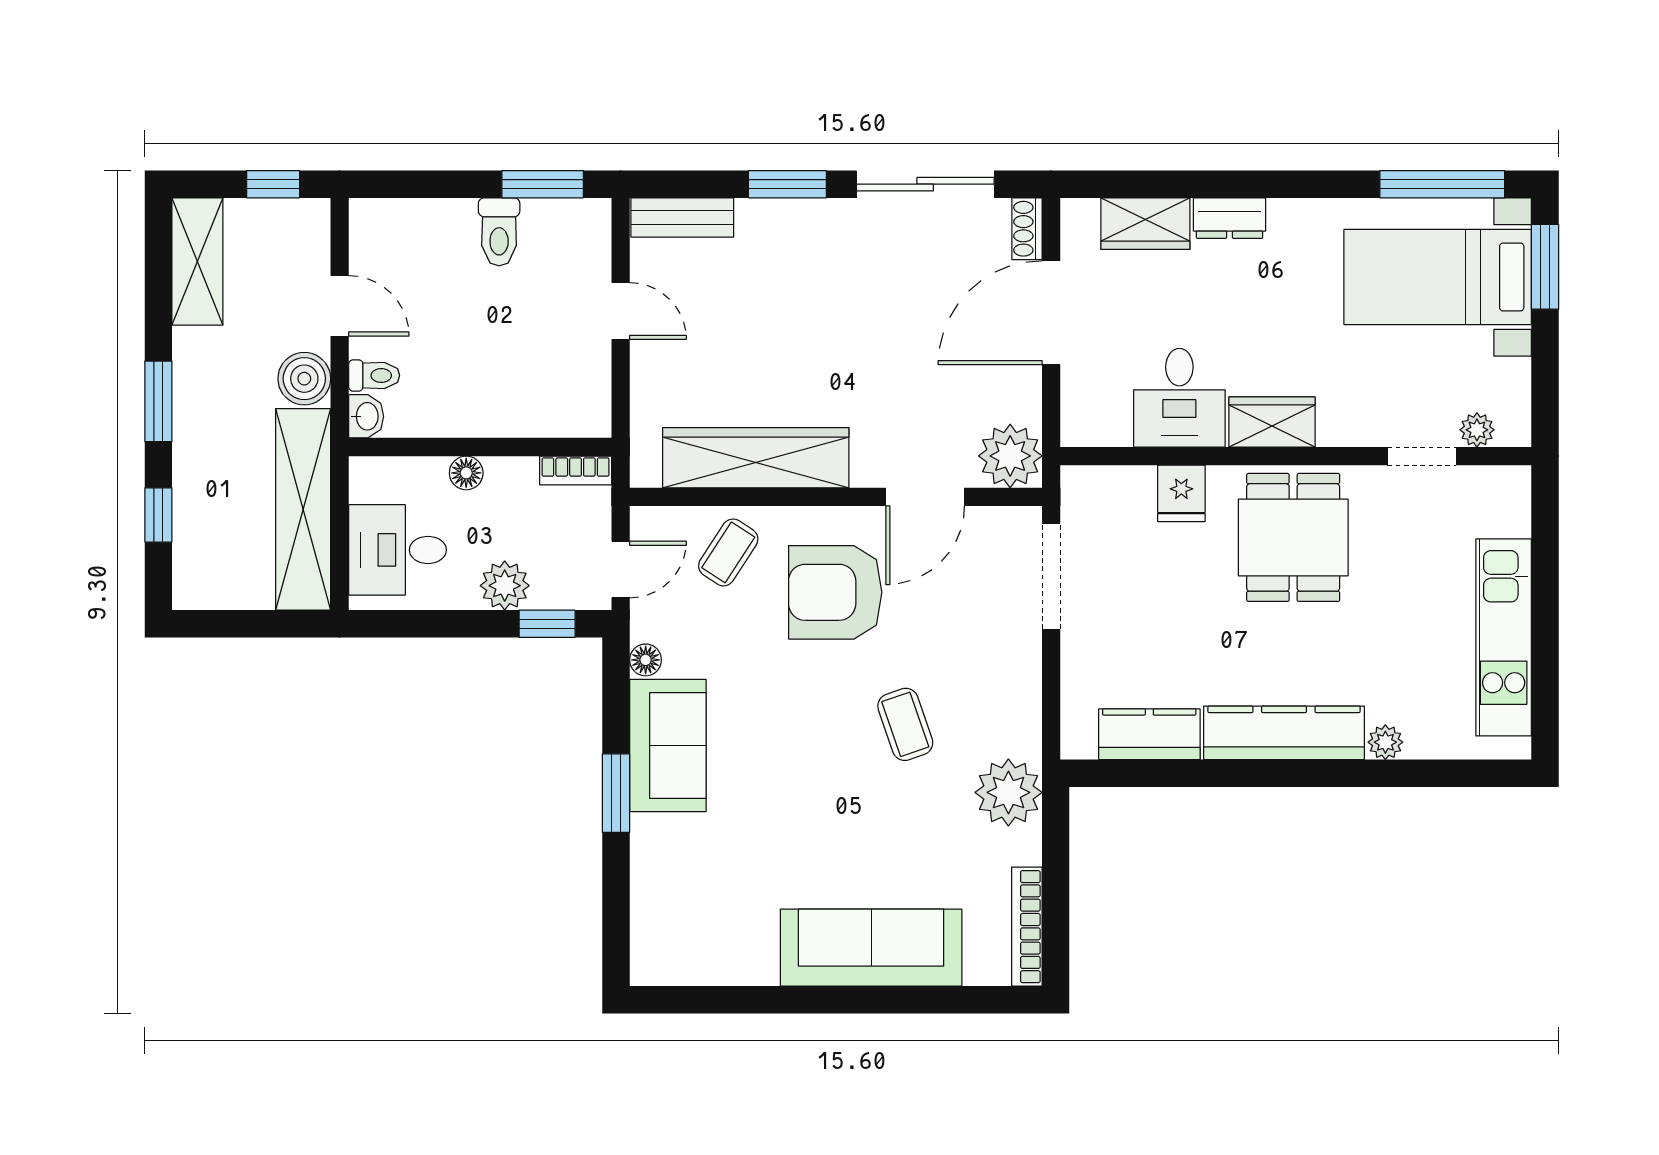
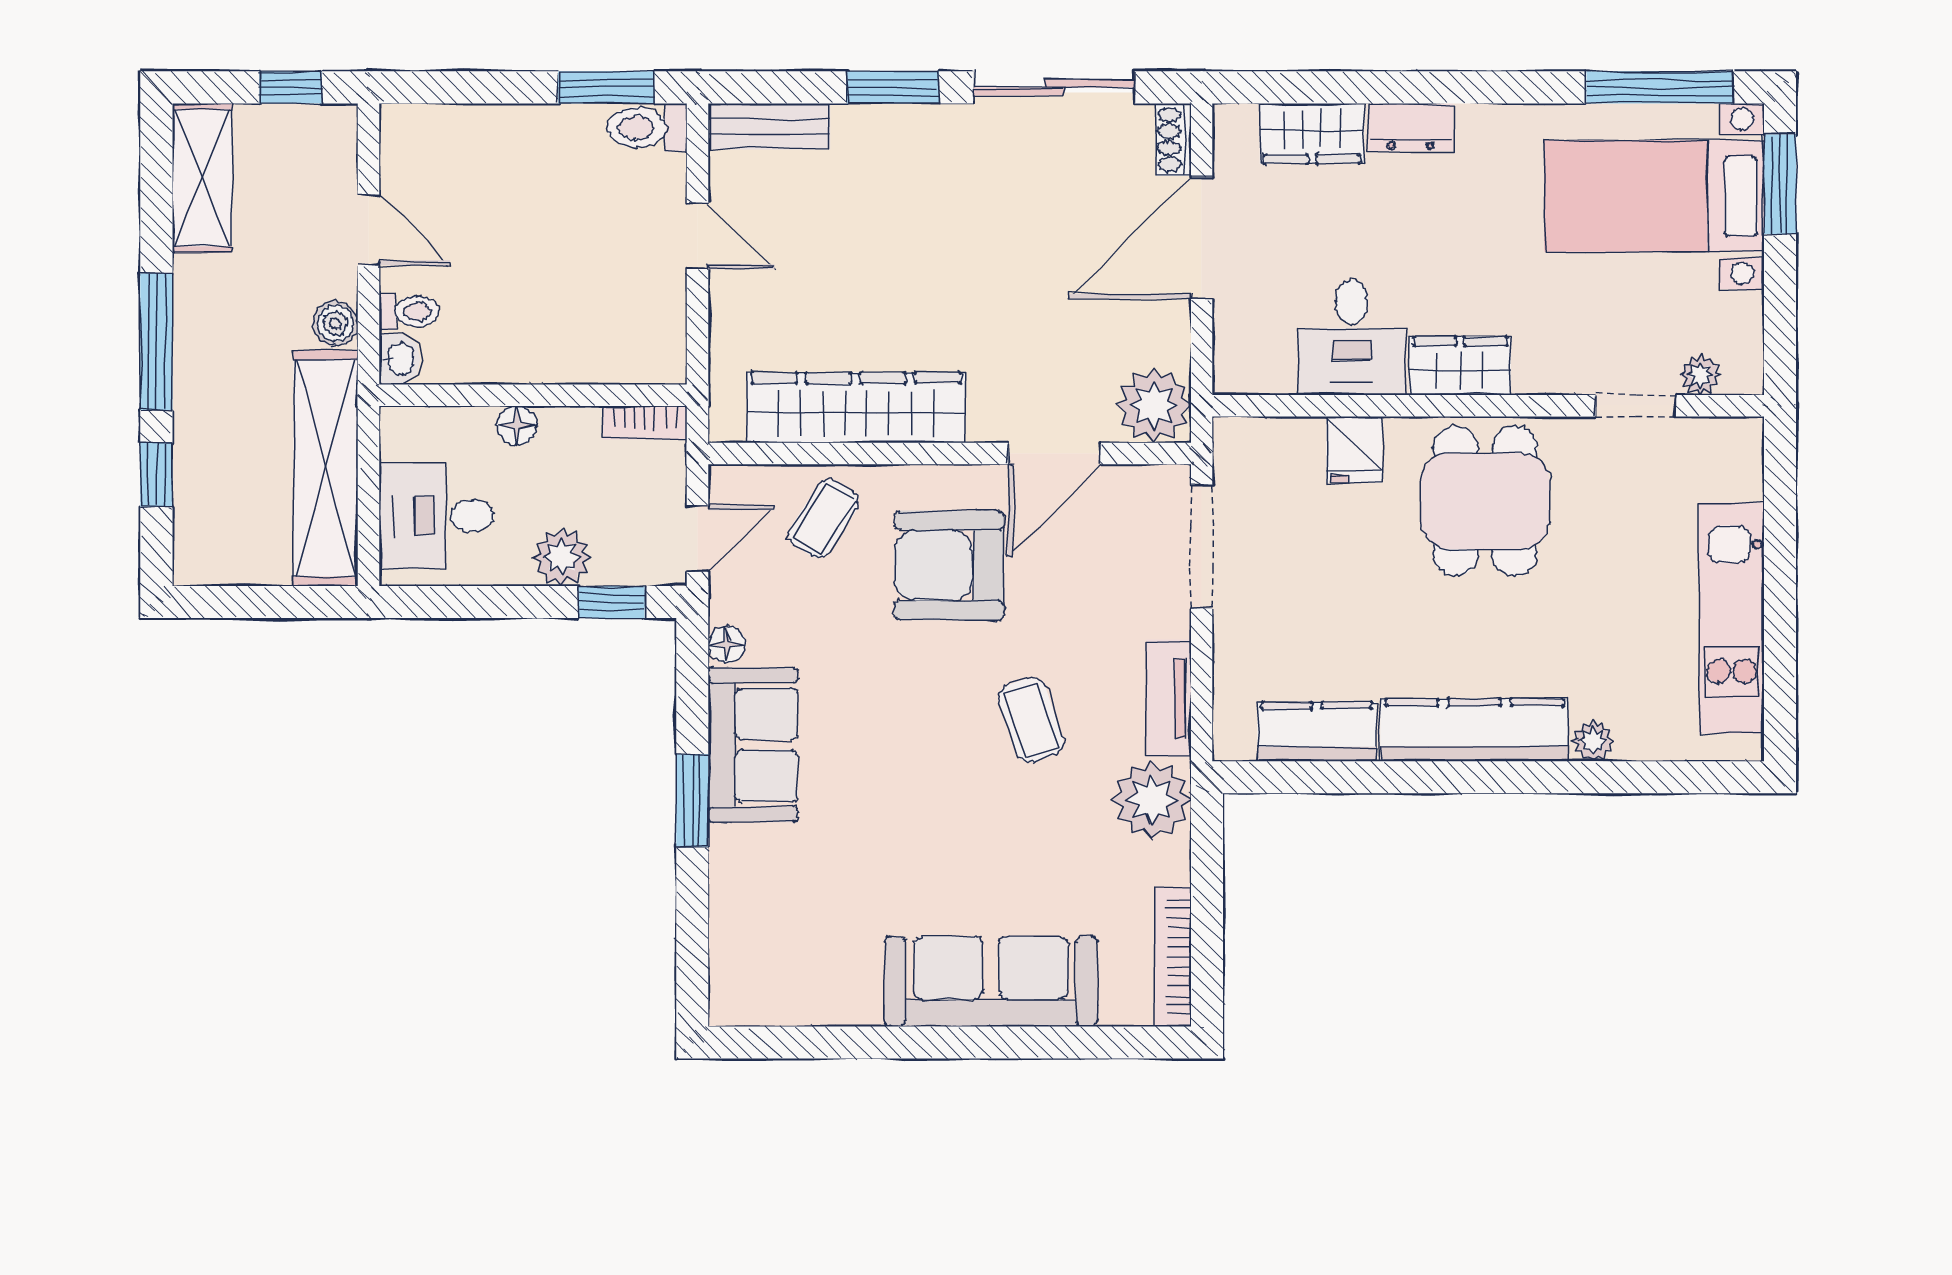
toilet: (499, 232) -> (647, 128), moved, turned 90
boiler: (304, 379) -> (335, 323), width x0.73, depth x0.73
window: (158, 401) -> (156, 342), width x1.44
tv unit: (1023, 706) -> (1169, 698), added

